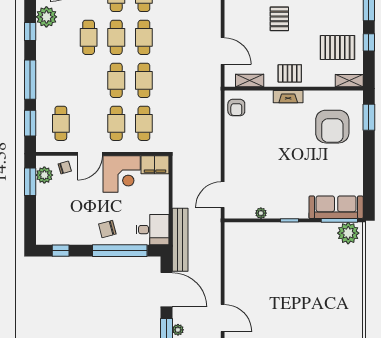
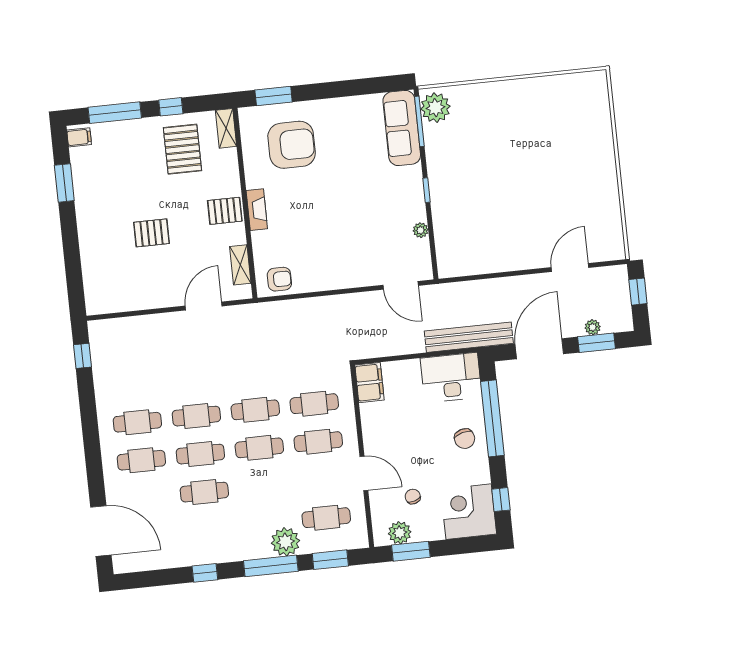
plant: (46, 17) -> (285, 542), moved
pallet: (290, 73) -> (225, 211), turned 90
chair: (65, 167) -> (413, 497), moved
corner desk: (122, 174) -> (469, 512), moved, turned -90
desk: (152, 230) -> (451, 378), width x1.37

